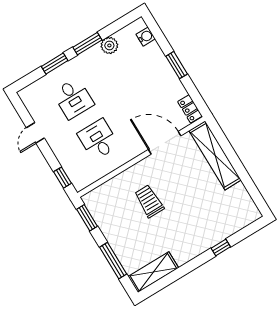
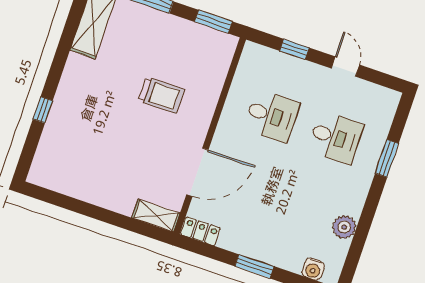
window: (87, 44) -> (370, 209), removed
desk: (73, 98) -> (336, 138), turned 180
shelving: (215, 155) -> (156, 216), width x0.45, depth x0.75
window: (63, 178) -> (294, 49), moved

